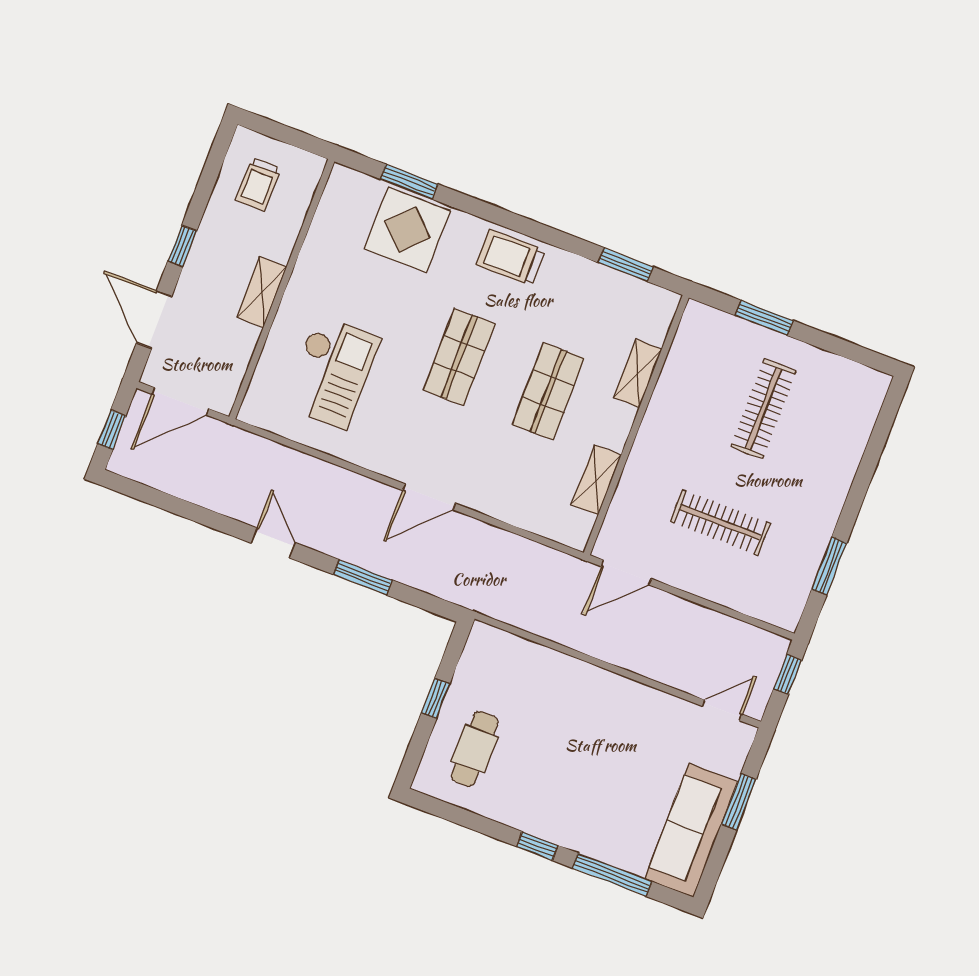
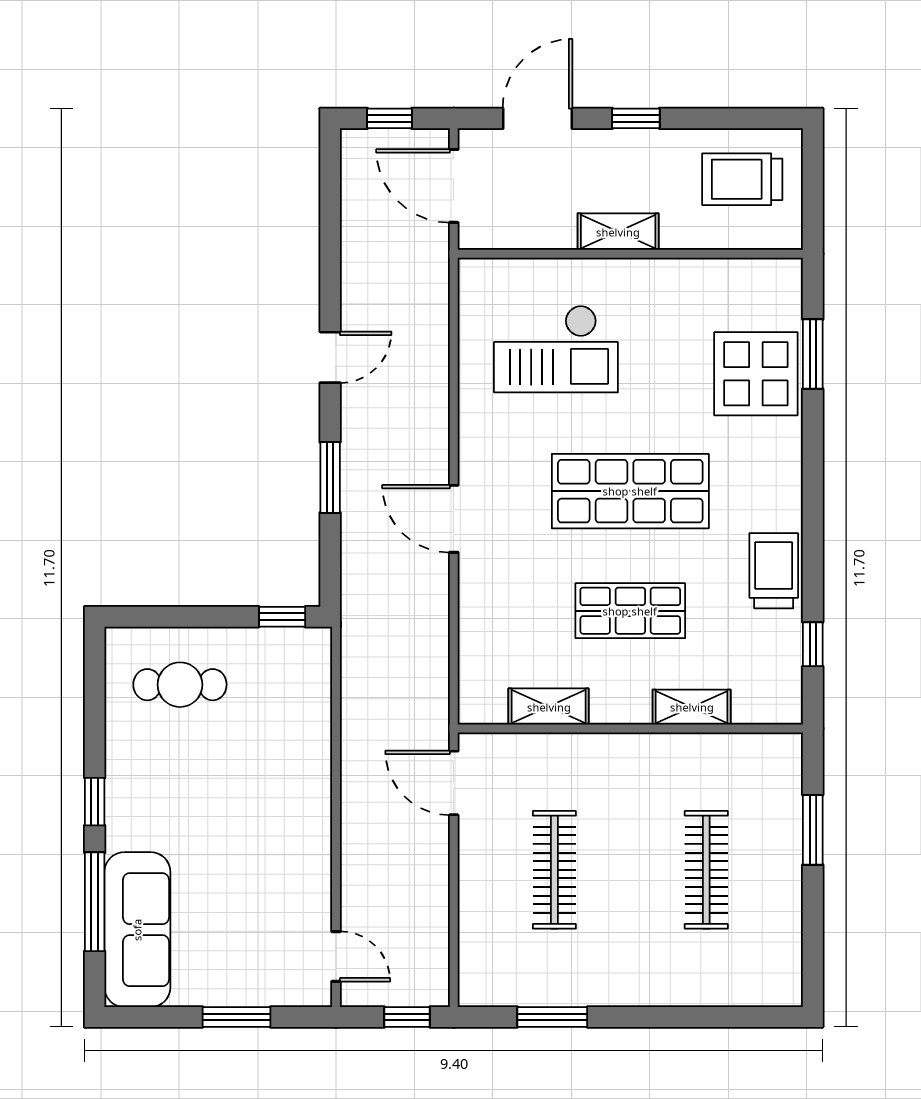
trolley: (258, 184) -> (742, 179), width x1.36, depth x1.39
trolley: (510, 257) -> (774, 571), moved
window: (626, 265) -> (813, 644), width x0.67
shop shelf: (459, 357) -> (630, 491), width x1.43, depth x1.36
clothes rail: (764, 409) -> (706, 870), turned 90
window: (436, 699) -> (282, 617), moved
sofa: (691, 830) -> (137, 930), moved, turned 90

